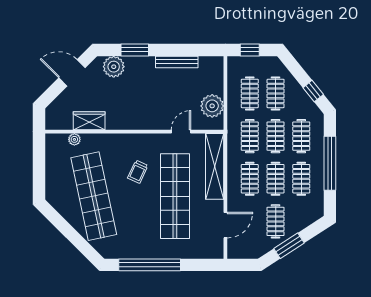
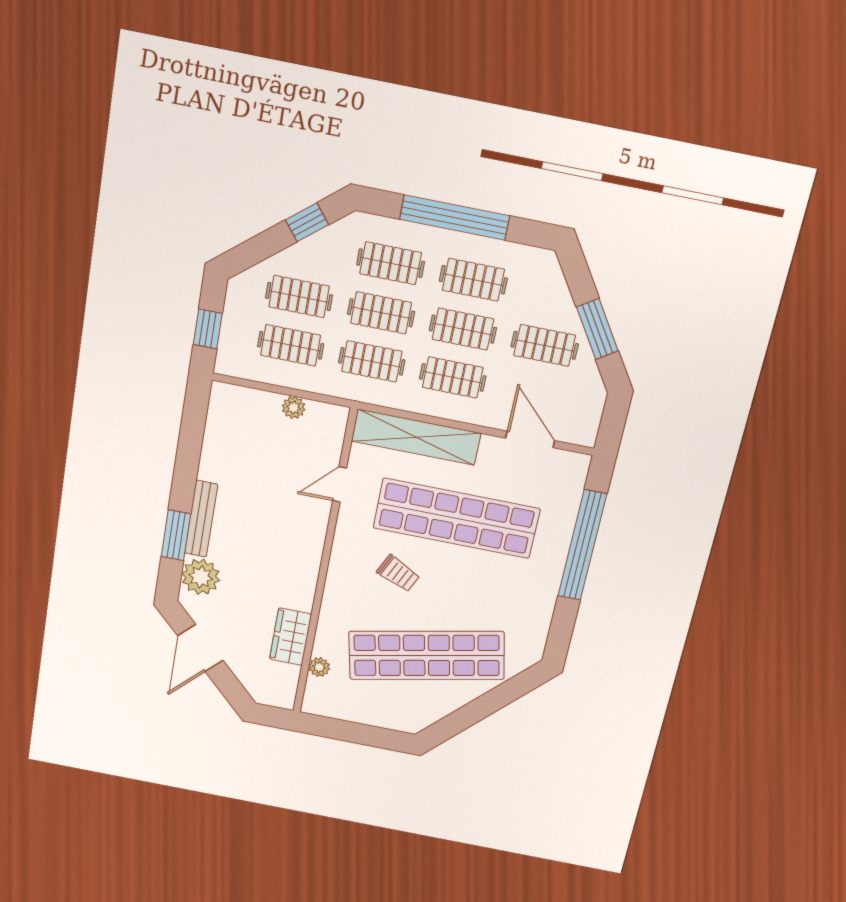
bench: (177, 62) -> (201, 519), moved
plant: (212, 106) -> (294, 408), width x0.53, depth x0.53
door: (181, 132) -> (340, 484), hinge flipped
window: (150, 265) -> (582, 545), moved

